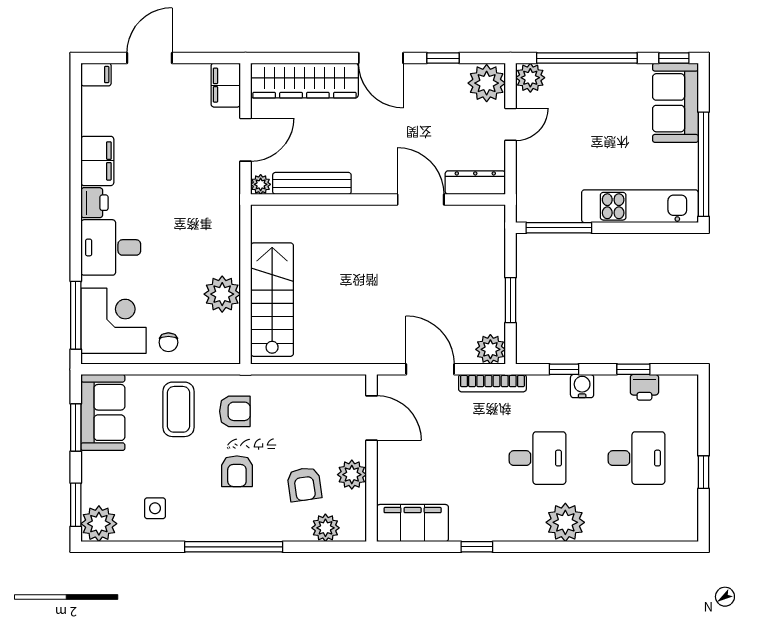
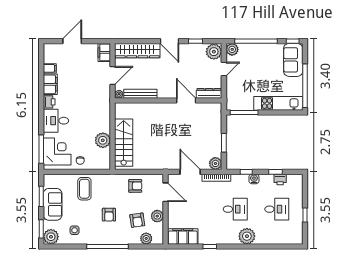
filing cabinet: (96, 75) -> (50, 68), moved
armchair: (235, 411) -> (135, 186), moved
sofa: (103, 412) -> (53, 204), moved

